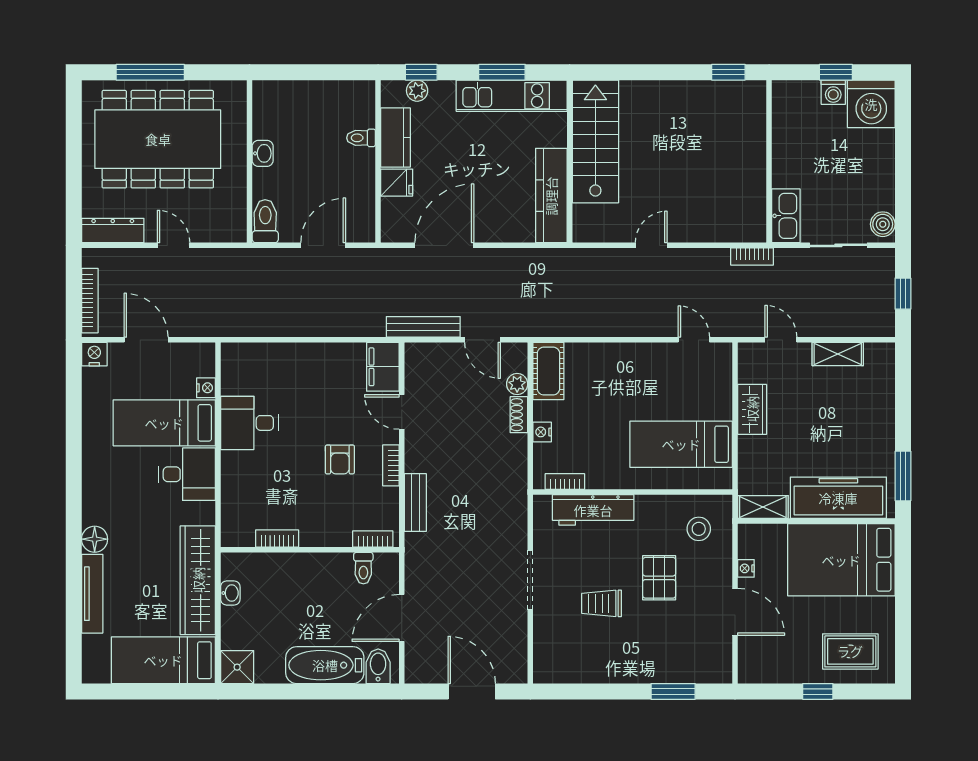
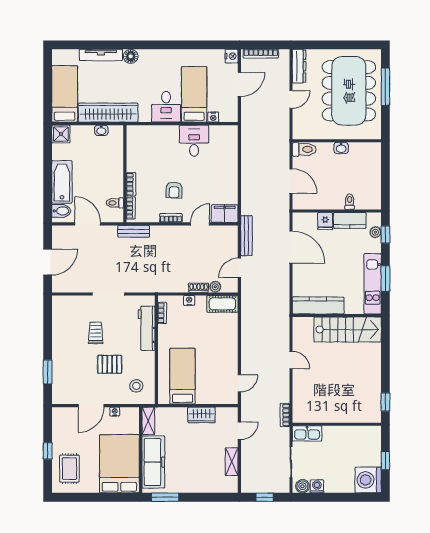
washing machine: (833, 92) -> (317, 486), moved, turned 90
armchair: (340, 459) -> (174, 190), turned -88
bench: (415, 503) -> (134, 231), moved
bookcase: (277, 539) -> (131, 184), moved

